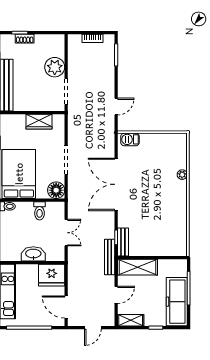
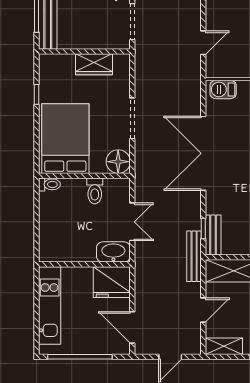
washbasin: (33, 254) -> (113, 252), moved

